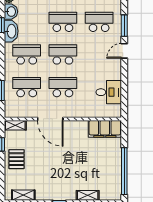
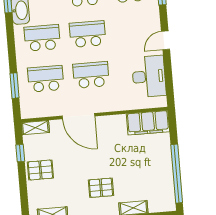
door: (124, 51) -> (165, 40), moved
desk: (109, 92) -> (149, 76), width x1.37
pallet: (16, 159) -> (40, 170), turned 90
pallet: (63, 177) -> (101, 188), added

